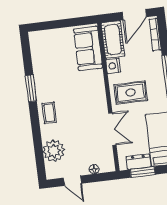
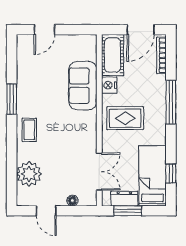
door: (52, 25) -> (44, 30), added
sofa: (88, 48) -> (83, 86), moved
double door: (112, 129) -> (99, 172), moved

